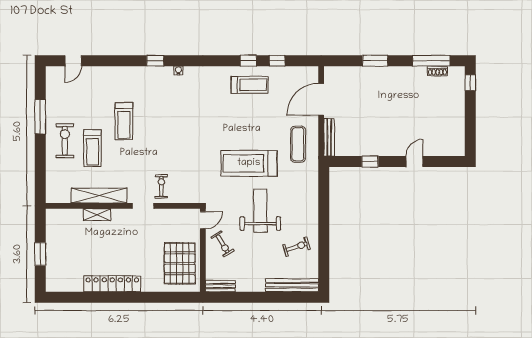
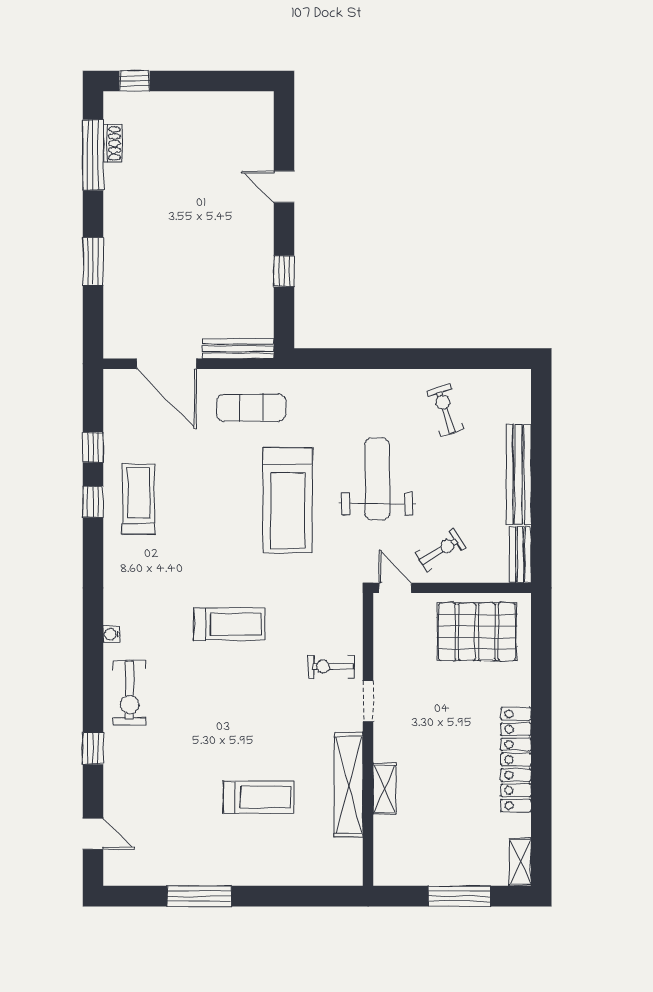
window: (155, 61) -> (93, 748), moved
treadmill: (124, 121) -> (229, 624), moved
exercise bike: (65, 141) -> (129, 693), moved, turned -90
weight bench: (260, 211) -> (377, 479), turned 90
window: (40, 254) -> (459, 896), width x1.44
bench: (292, 285) -> (519, 474), moved
shelving: (58, 286) -> (520, 862), added

